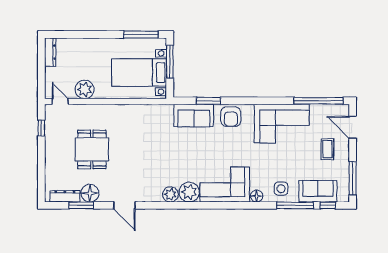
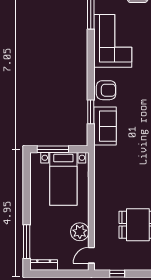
window: (141, 35) -> (27, 242), moved

